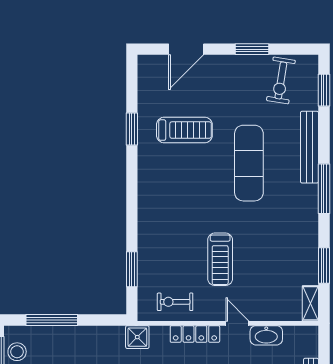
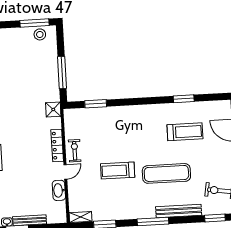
treadmill: (184, 130) -> (185, 132), turned -90
treadmill: (220, 259) -> (118, 171), moved
exercise bike: (175, 302) -> (75, 151), moved
window: (52, 320) -> (62, 73), moved

